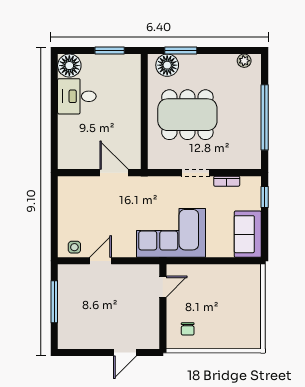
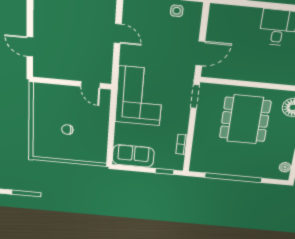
doorway: (195, 173) -> (195, 97), moved
side table: (74, 247) -> (177, 11), moved
chair: (188, 329) -> (67, 130), moved

